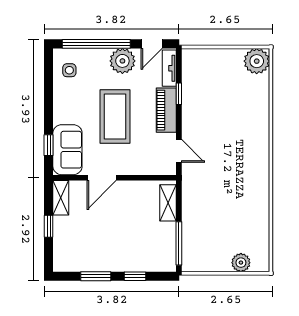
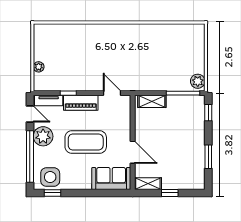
plant: (257, 61) -> (39, 67), moved, width x0.53, depth x0.53
side table: (69, 70) -> (50, 177), width x1.87, depth x1.87
window: (49, 145) -> (52, 193), moved
door: (179, 151) -> (112, 93), hinge flipped
plant: (241, 263) -> (198, 81), moved
window: (135, 276) -> (208, 113), moved

